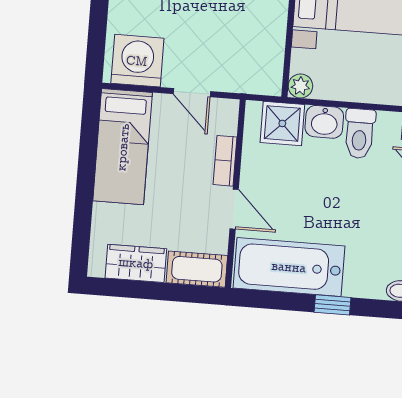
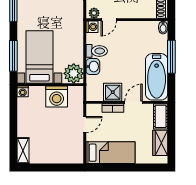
washing machine: (137, 61) -> (57, 97), moved, turned -90
plant: (300, 86) -> (74, 73), width x1.88, depth x1.88
shower: (282, 123) -> (113, 92), moved
window: (333, 305) -> (171, 57), width x2.17

